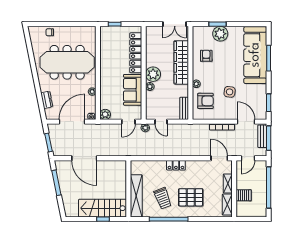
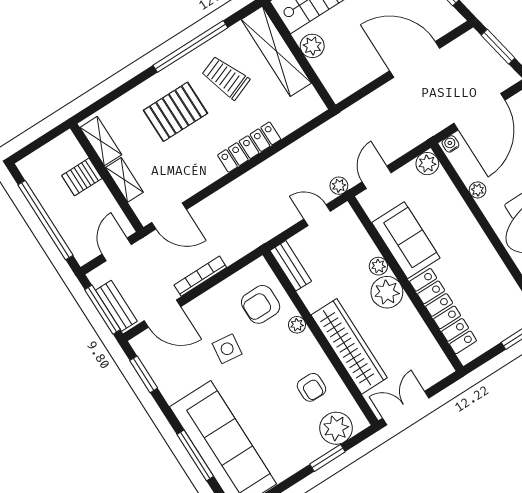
plant: (220, 34) -> (336, 428), moved
locker: (176, 165) -> (249, 147), width x1.53
plant: (121, 189) -> (312, 46), added

